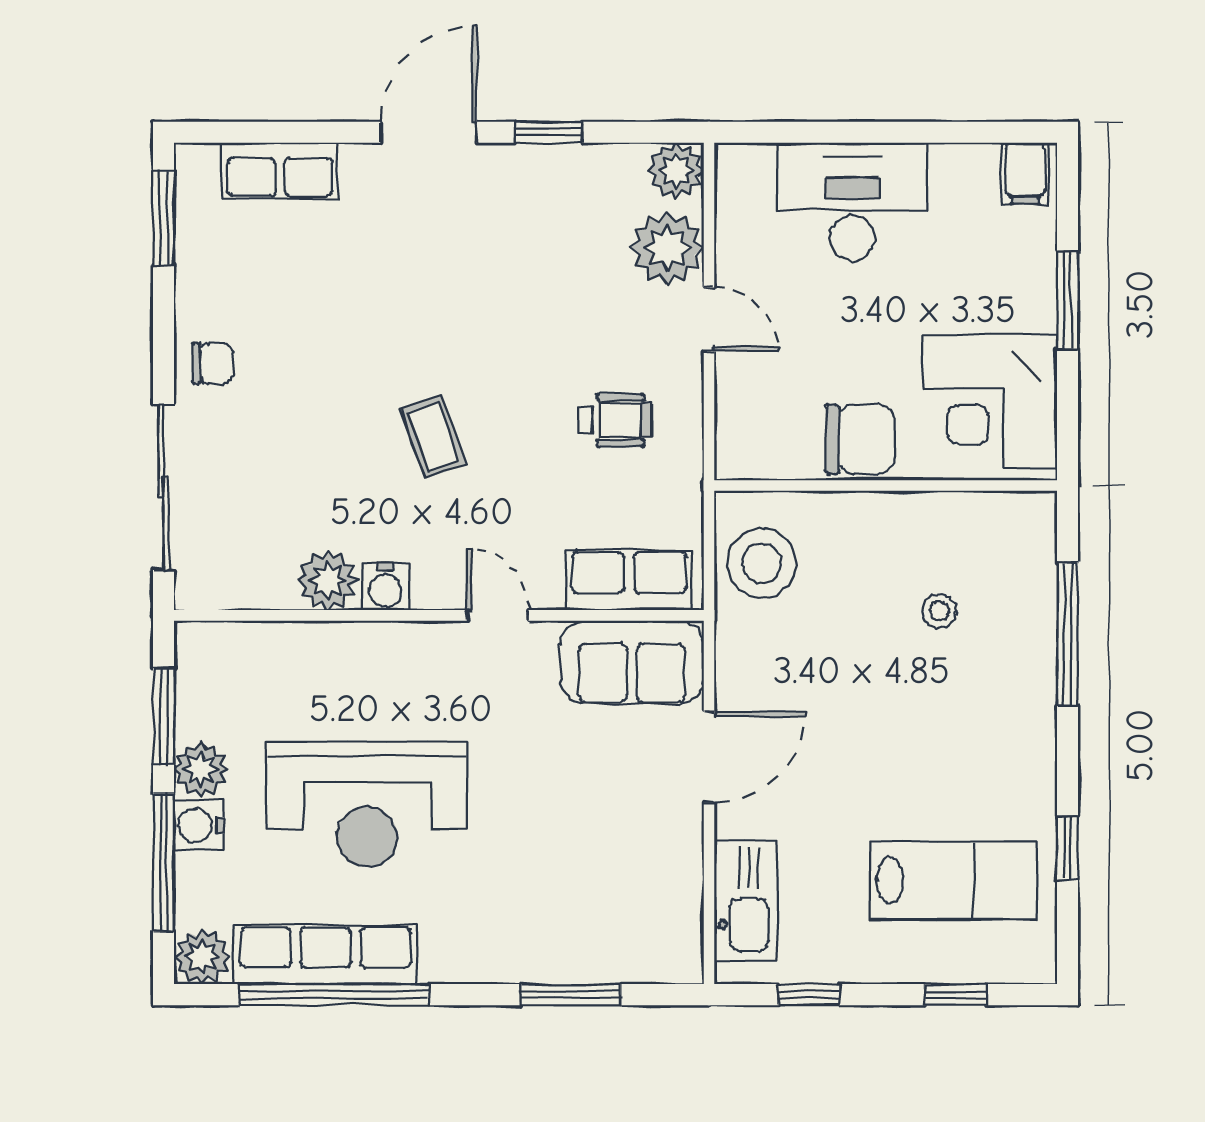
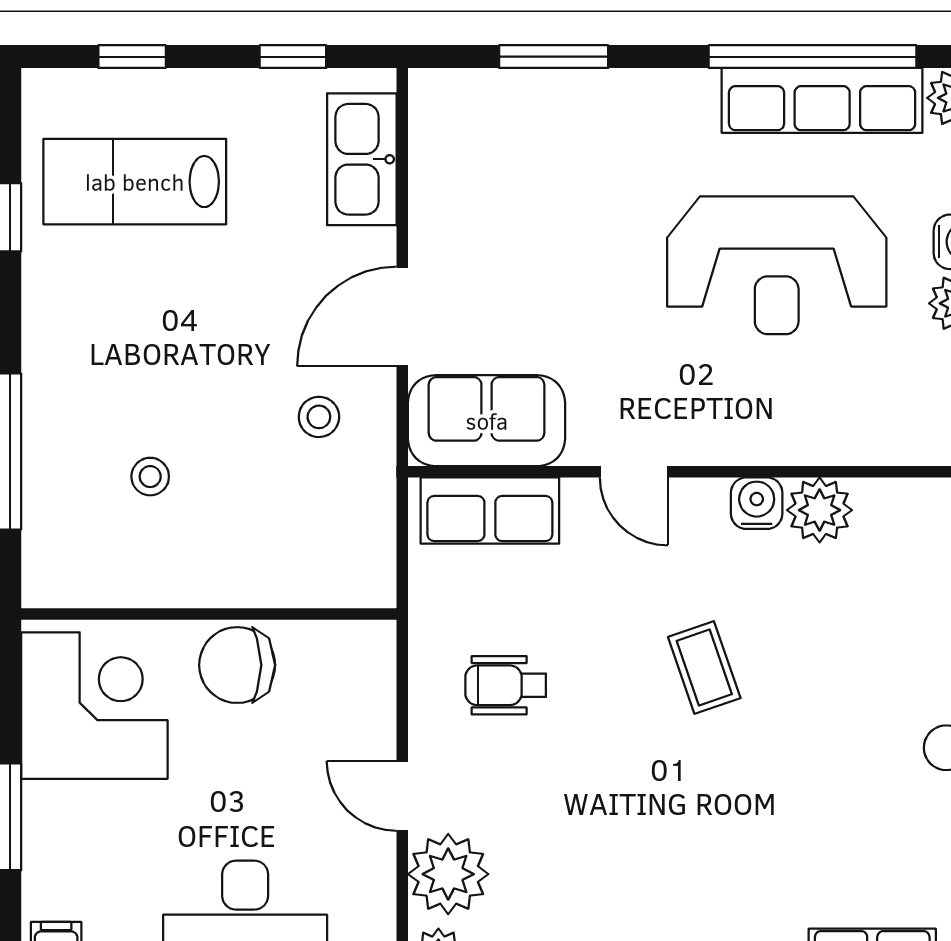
stool: (762, 563) -> (319, 417), moved, width x0.53, depth x0.53
reception desk: (367, 804) -> (777, 265), turned 180

